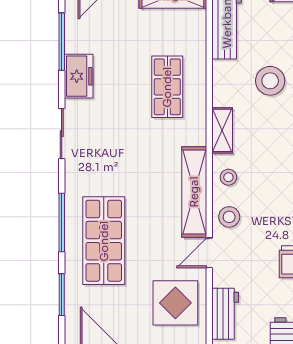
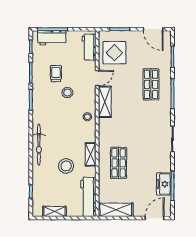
freezer: (79, 76) -> (164, 184), moved
shelving: (222, 130) -> (91, 154), moved
shelving: (194, 192) -> (105, 102), width x0.68
stool: (229, 217) -> (67, 93), moved
shop shelf: (104, 241) -> (151, 84), width x0.70, depth x0.74

